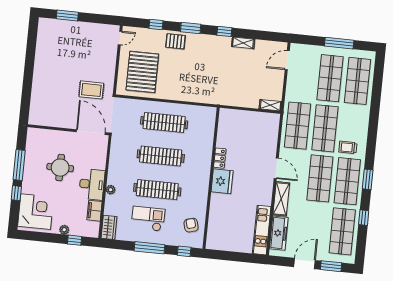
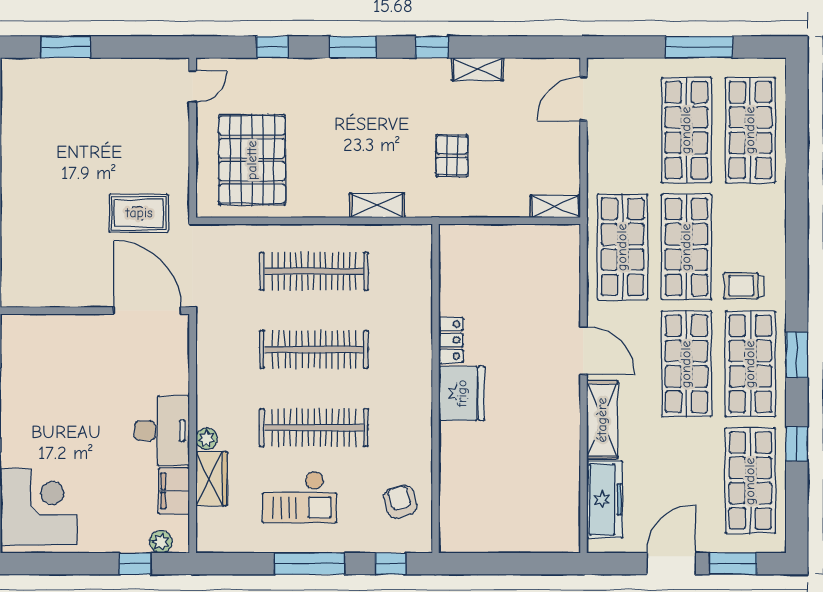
pallet: (176, 41) -> (452, 156), moved, turned 90
shelving: (194, 97) -> (377, 205), added
round table: (60, 168) -> (85, 399), removed
checkout: (148, 219) -> (300, 497), turned 180
wardrobe: (109, 227) -> (211, 479), moved
plant: (64, 230) -> (161, 542), moved
kitchen unit: (262, 230) -> (564, 496), removed

